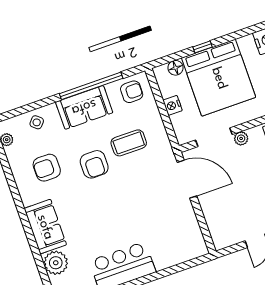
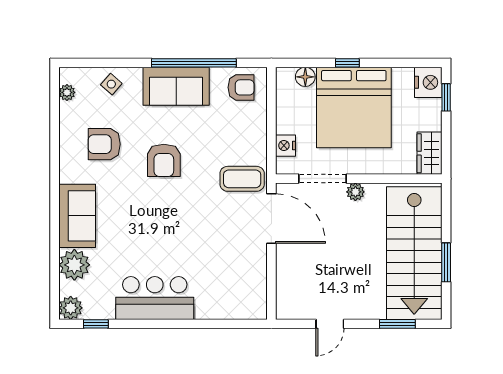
nightstand: (173, 105) -> (285, 146), moved
coffee table: (129, 143) -> (242, 179), moved

